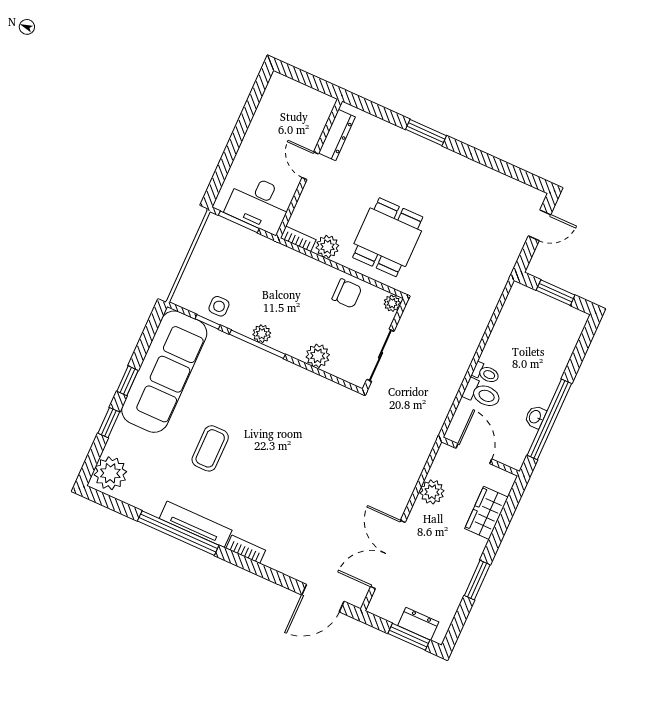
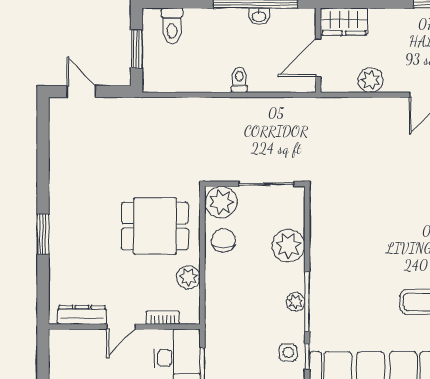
bookcase: (298, 239) -> (163, 318), moved, turned 90
plant: (392, 303) -> (221, 202), width x1.87, depth x1.87
plant: (318, 356) -> (288, 246), width x1.36, depth x1.36
toilet: (482, 394) -> (172, 26), moved, turned 180
wardrobe: (486, 513) -> (344, 22), moved

